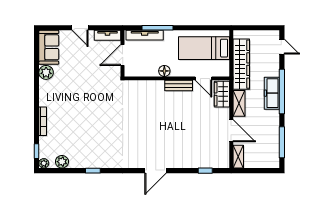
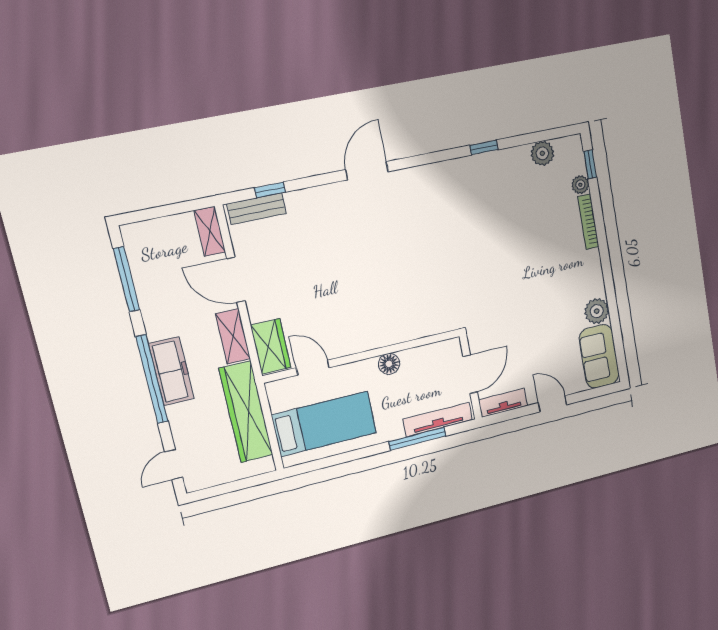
door: (282, 47) -> (174, 465), hinge flipped
bench: (179, 85) -> (257, 209), moved
plant: (44, 163) -> (580, 185), moved

